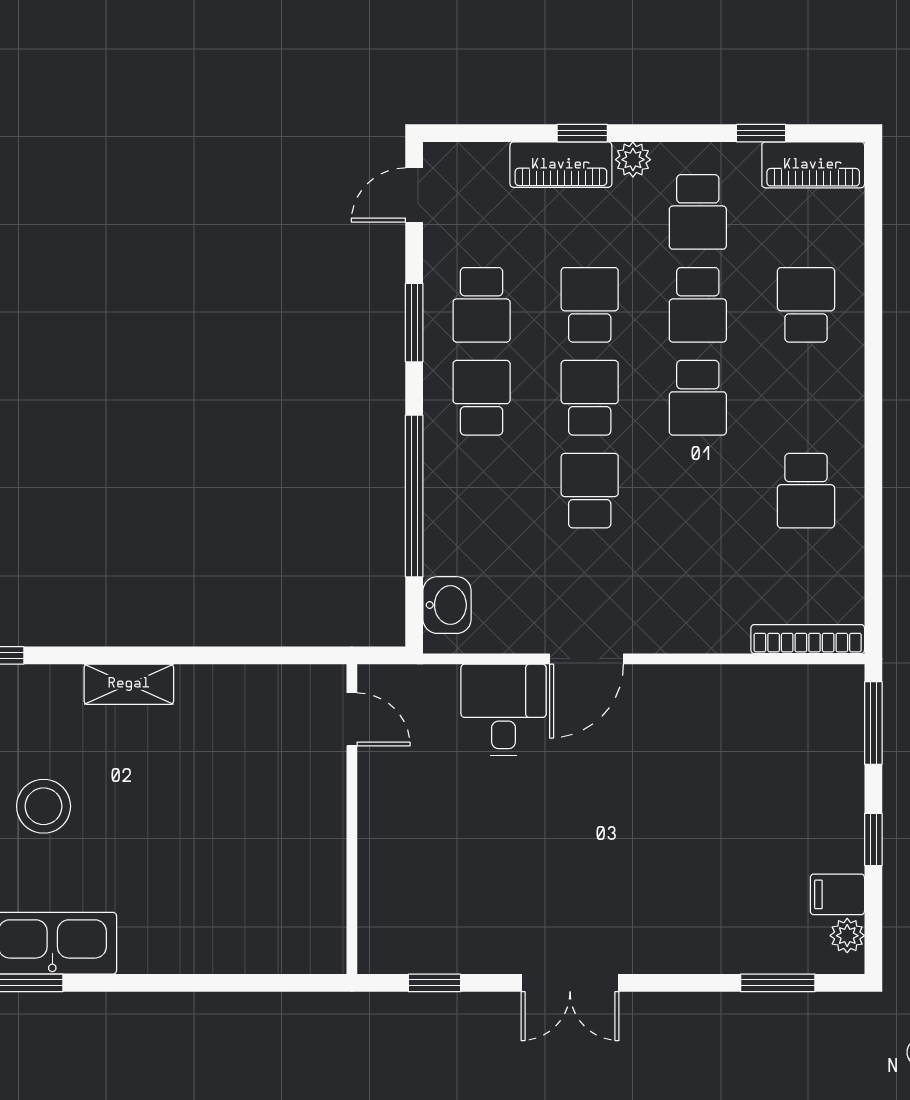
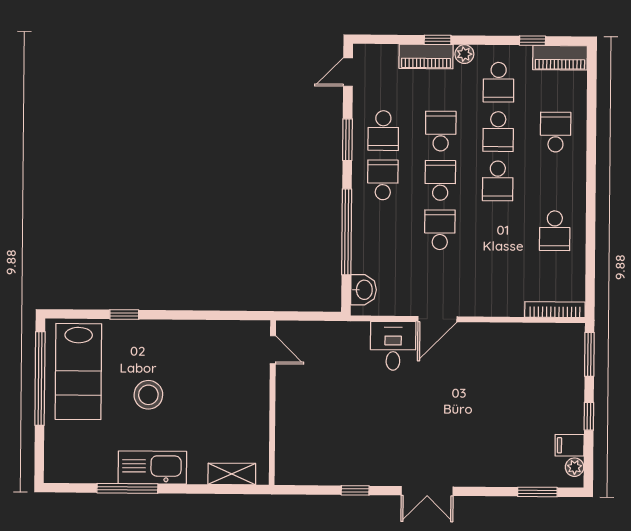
shelving: (129, 684) -> (232, 474), moved
door: (352, 719) -> (273, 350), moved
wall: (352, 819) -> (272, 403), moved

